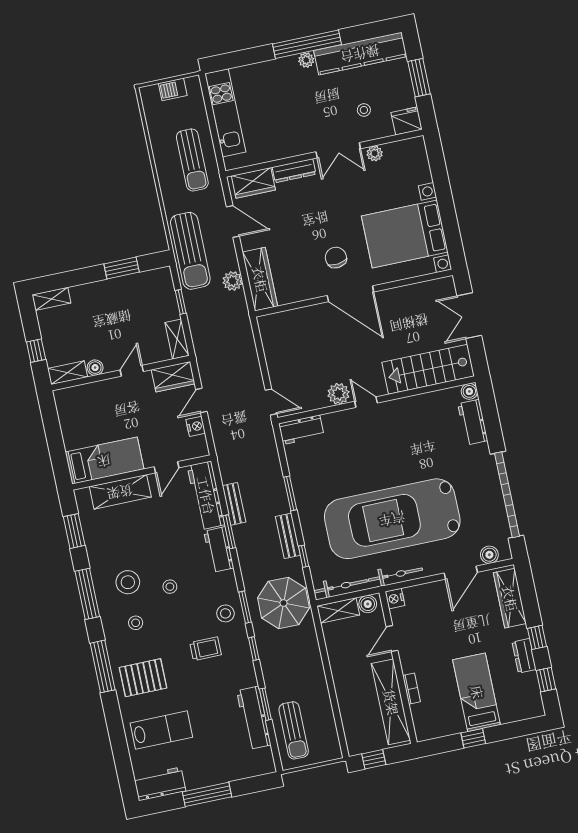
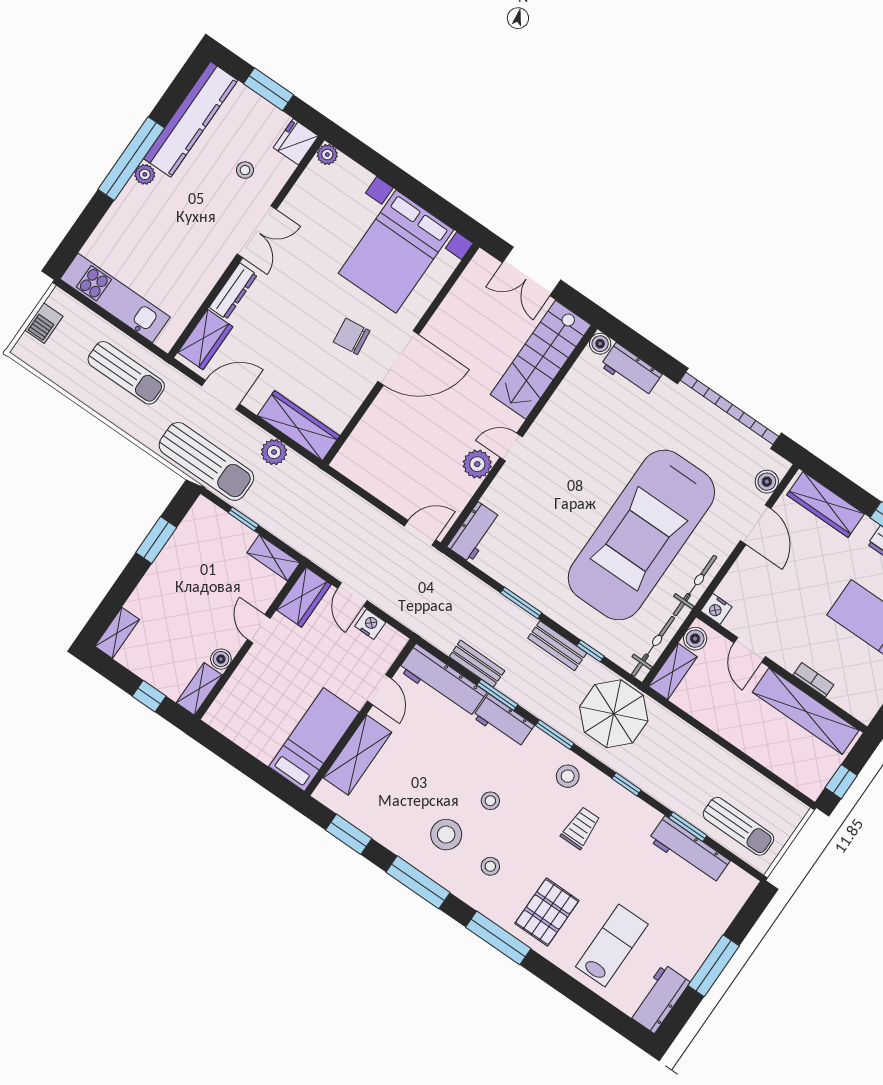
plant: (375, 153) -> (327, 155), moved
window: (245, 607) -> (555, 735), moved

